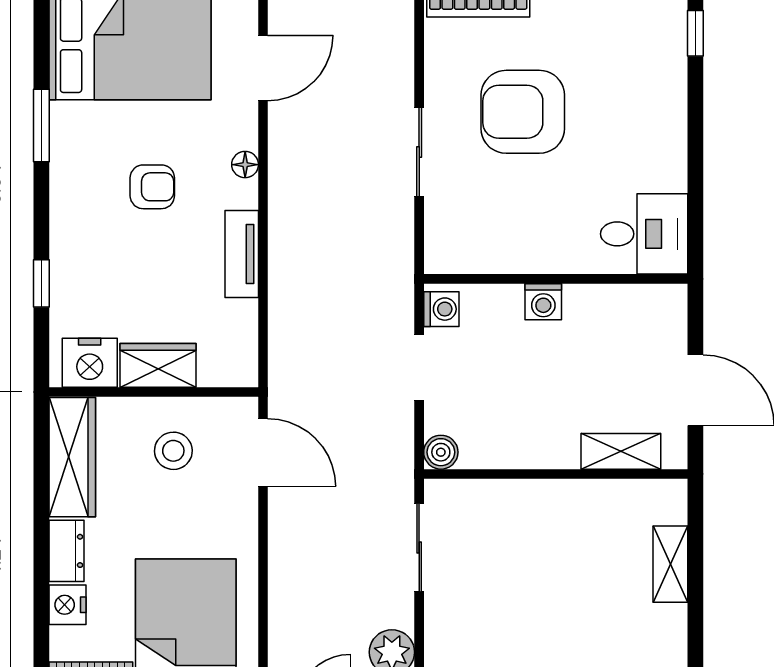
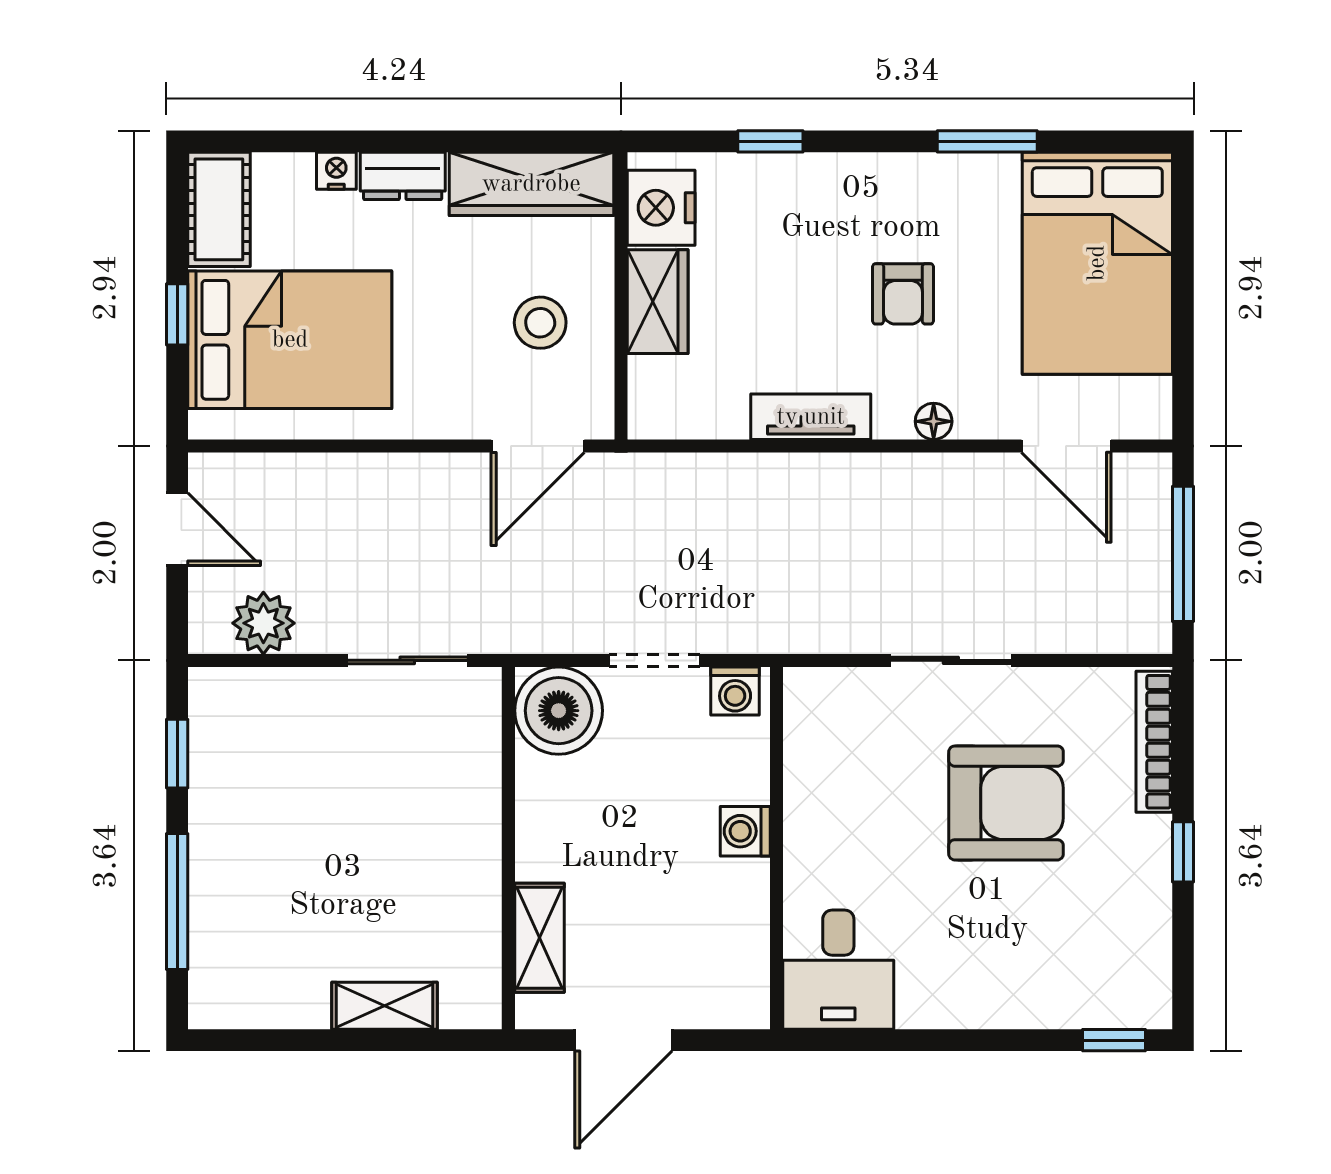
armchair: (523, 112) -> (1006, 803), turned 90
boiler: (441, 452) -> (559, 711), width x1.86, depth x1.86
nightstand: (68, 605) -> (336, 171), width x0.72, depth x0.74

